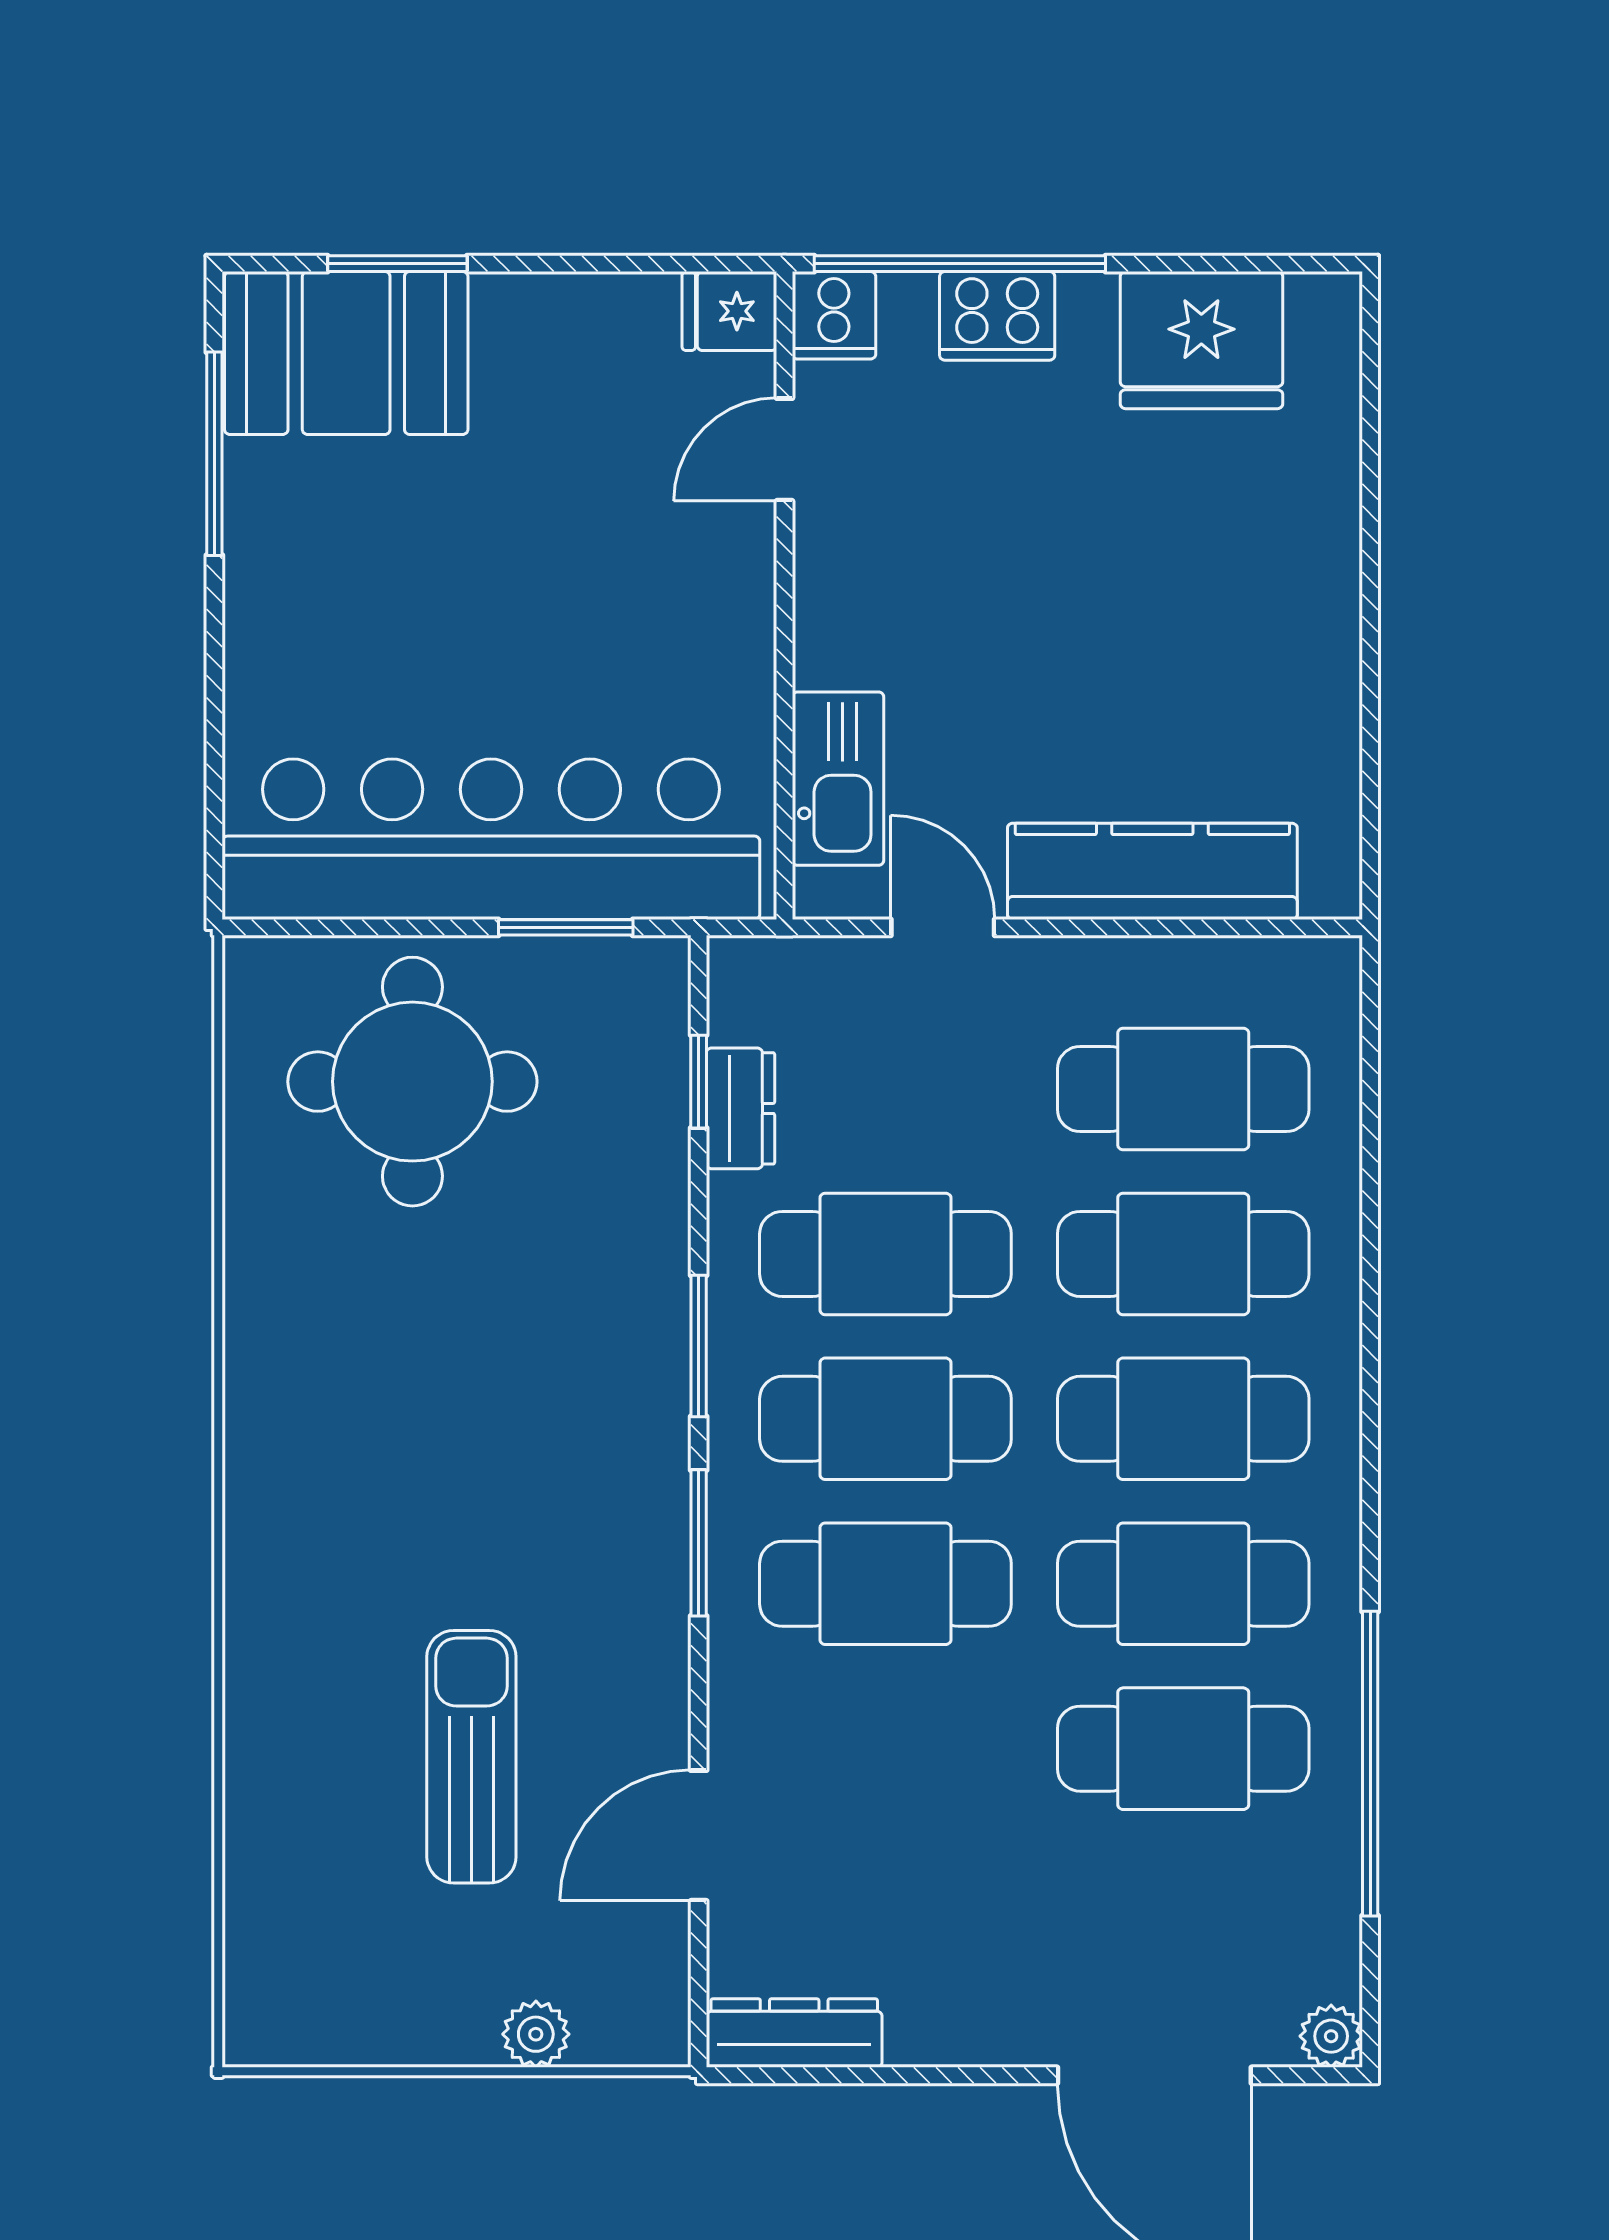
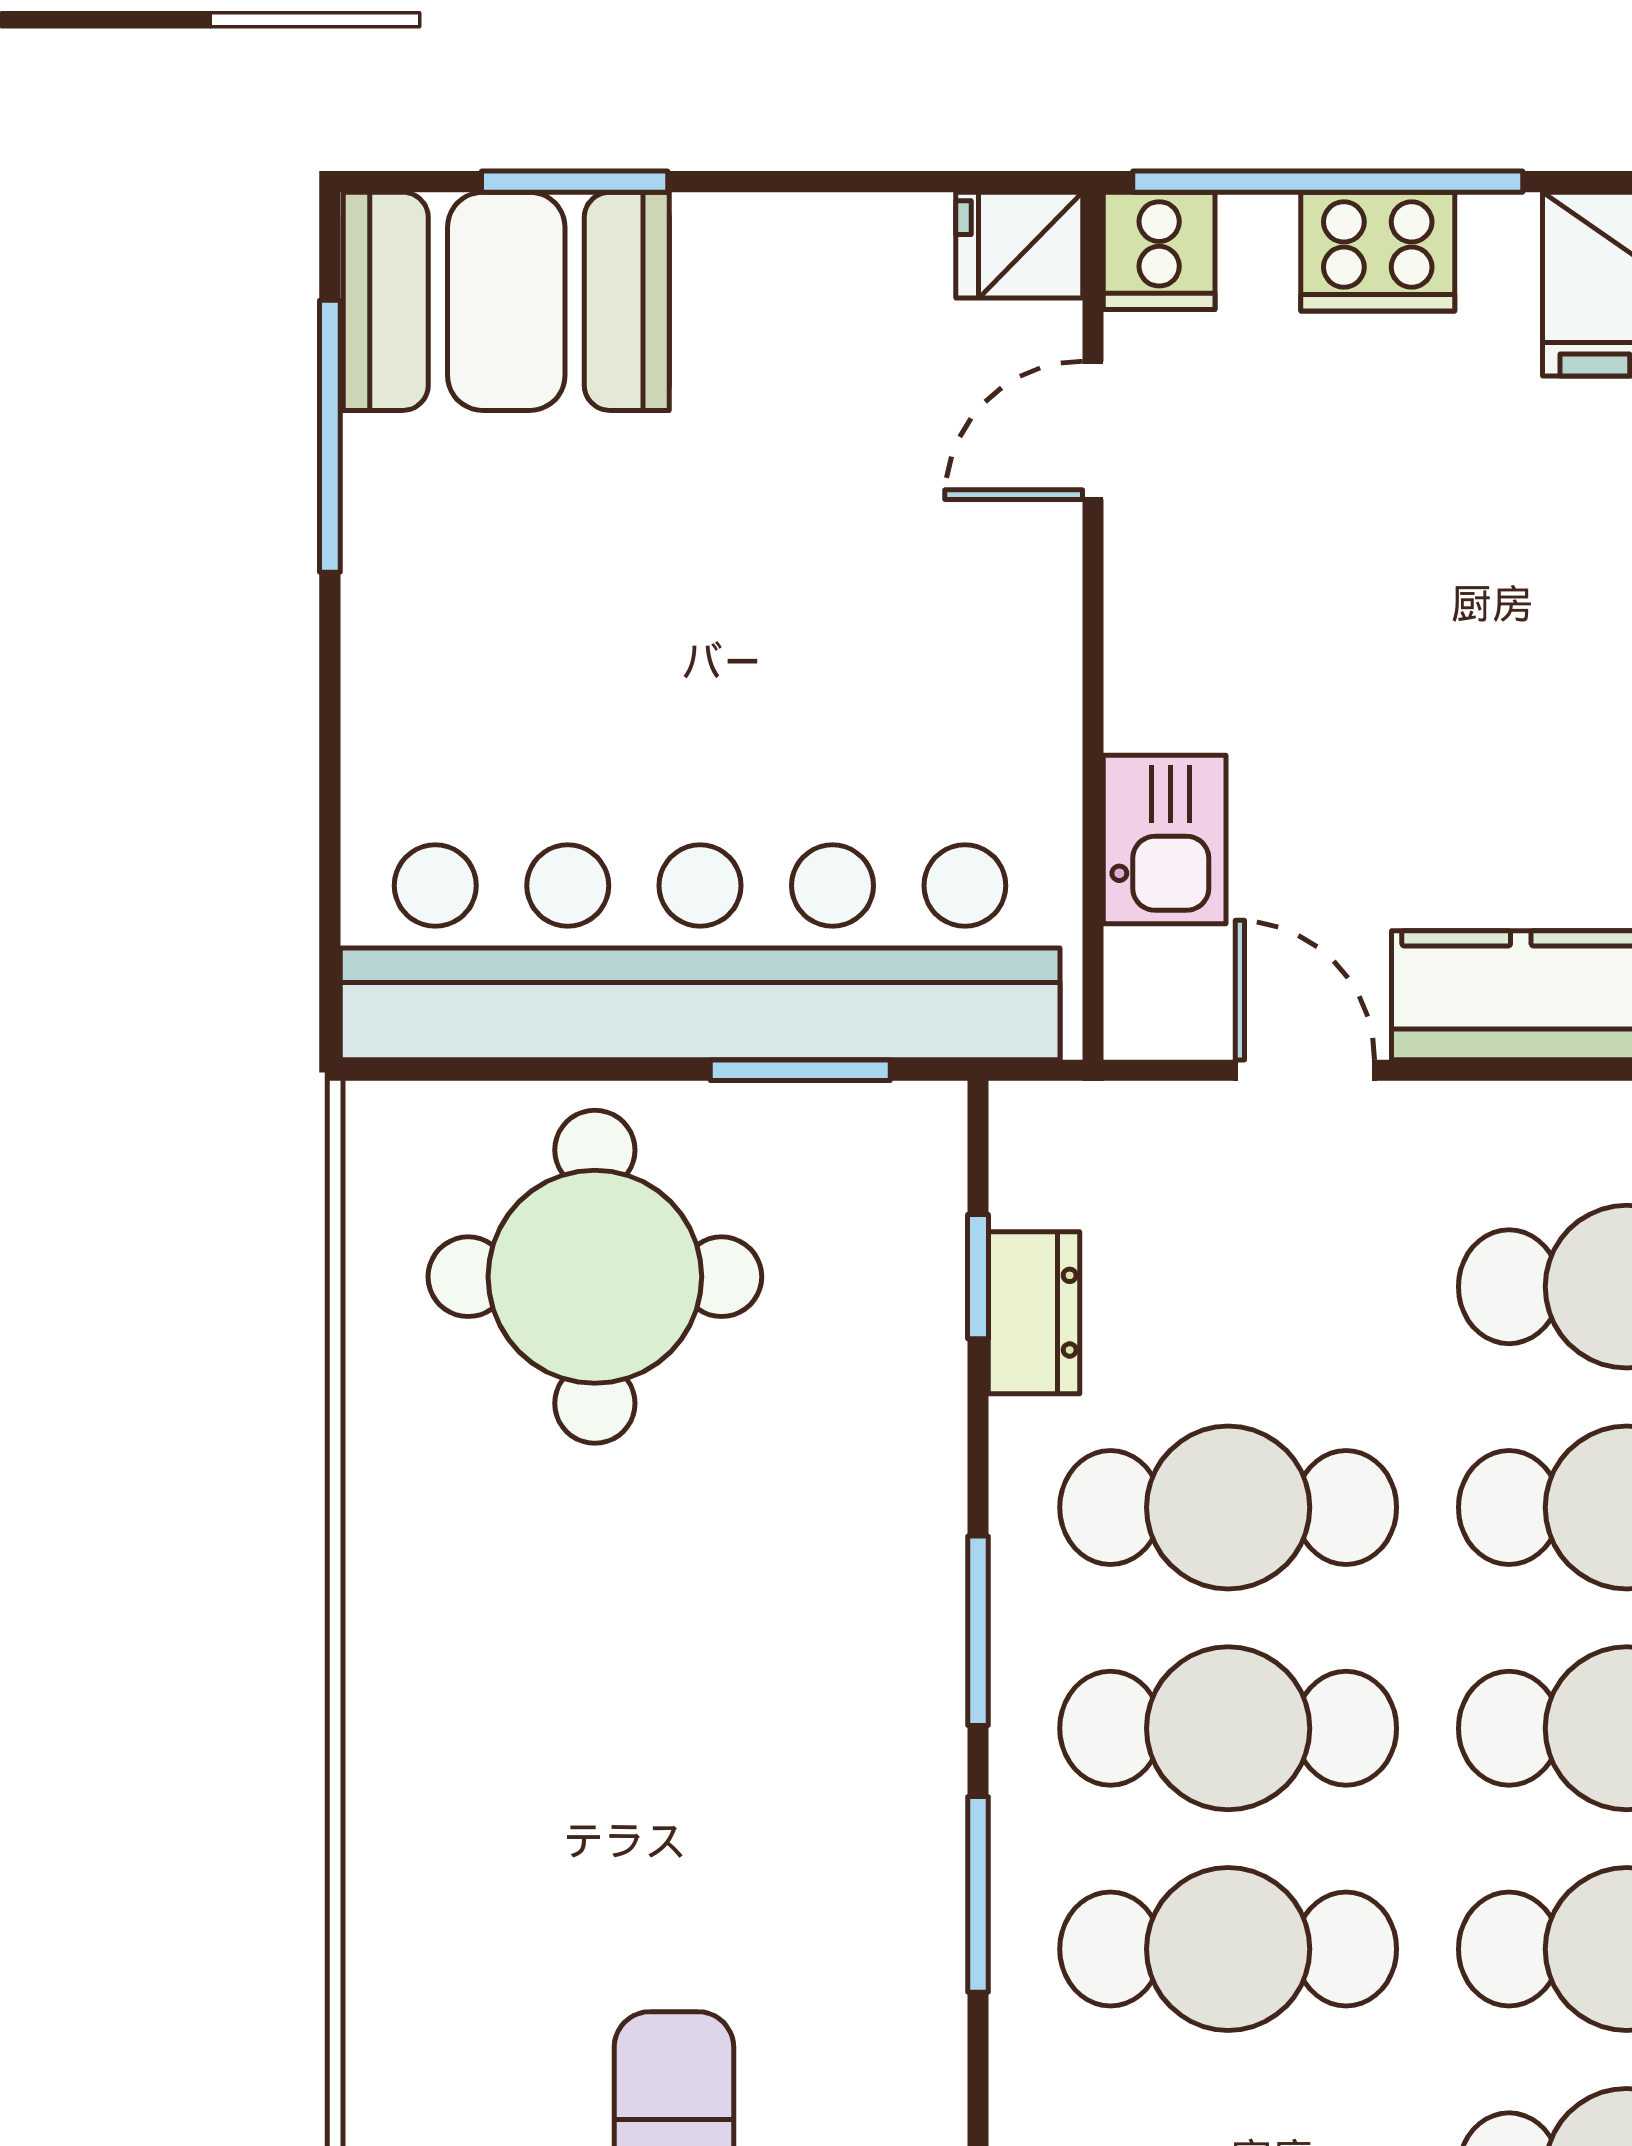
kitchen sink: (838, 779) -> (1165, 840), width x0.73

